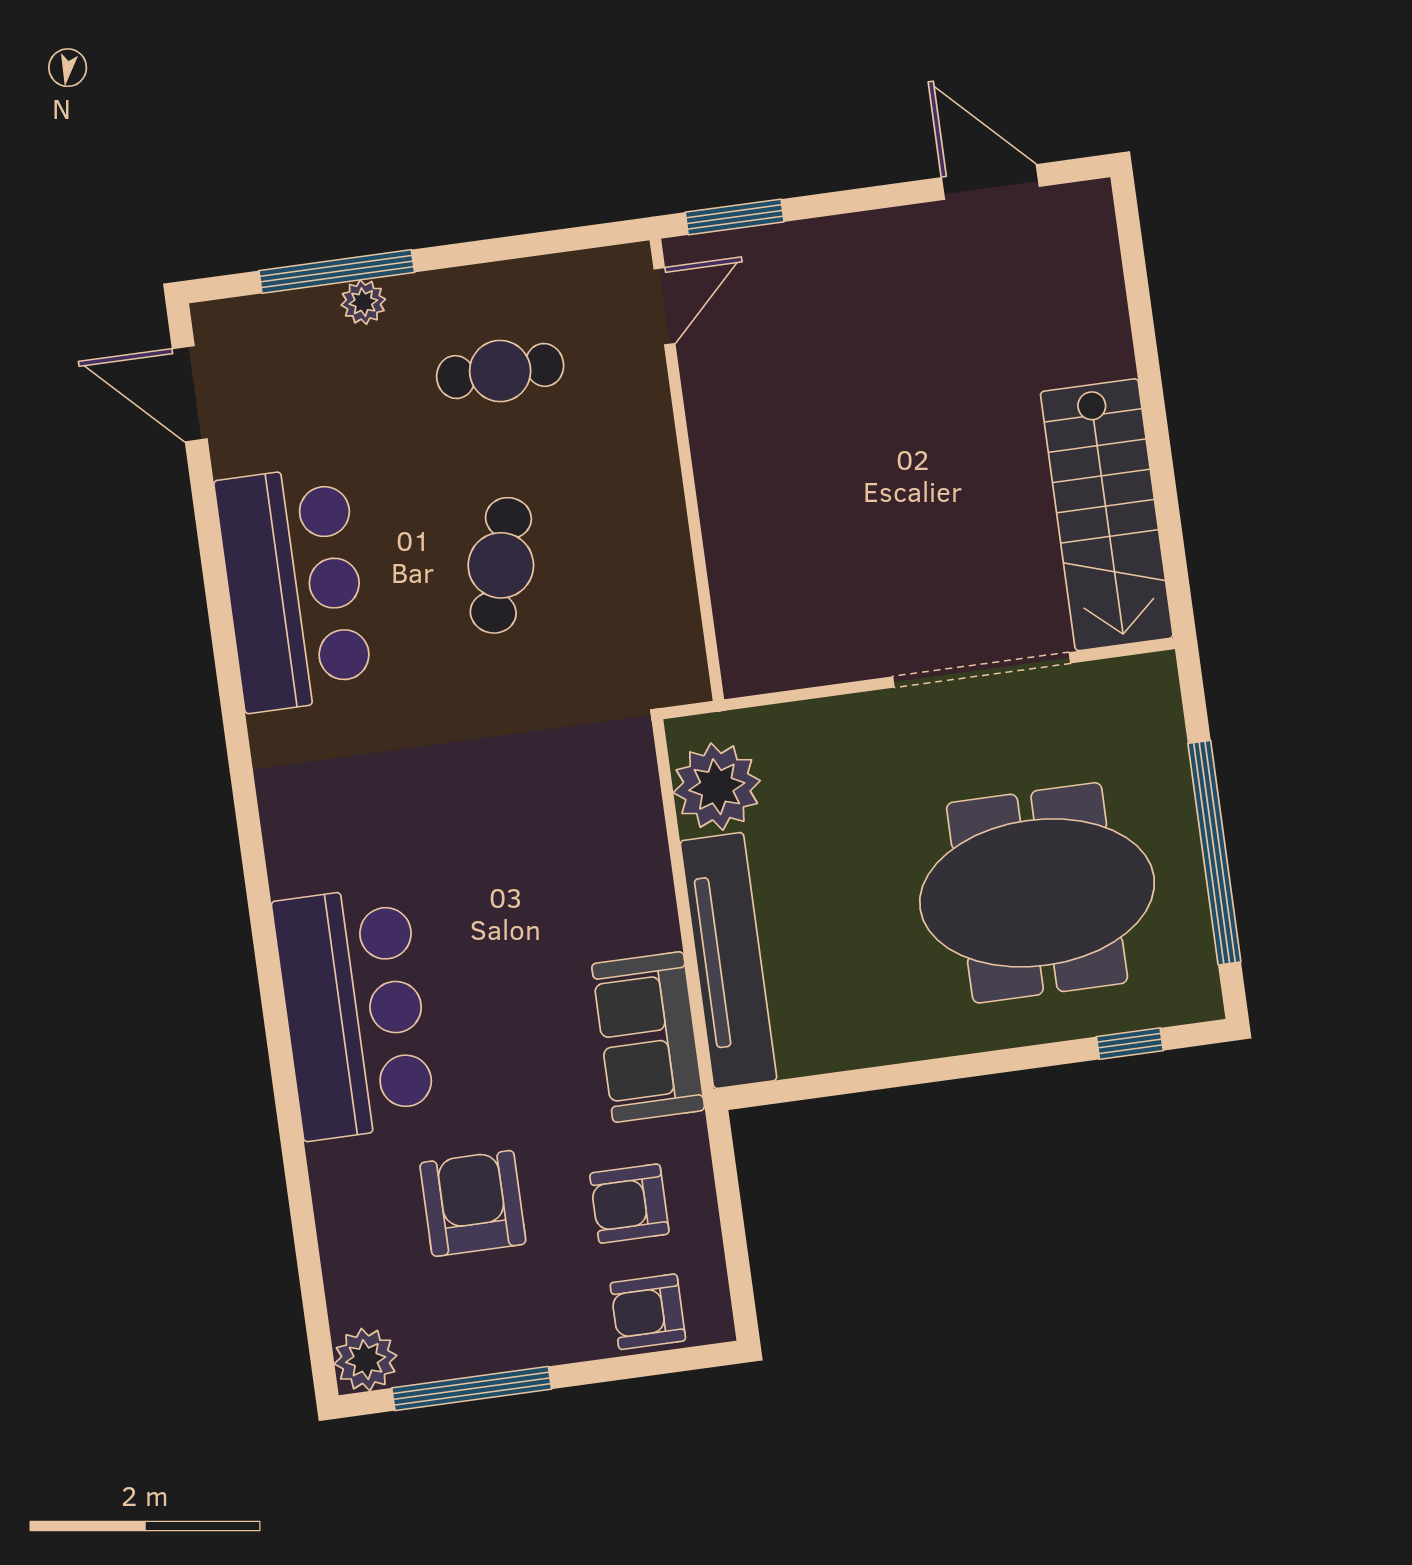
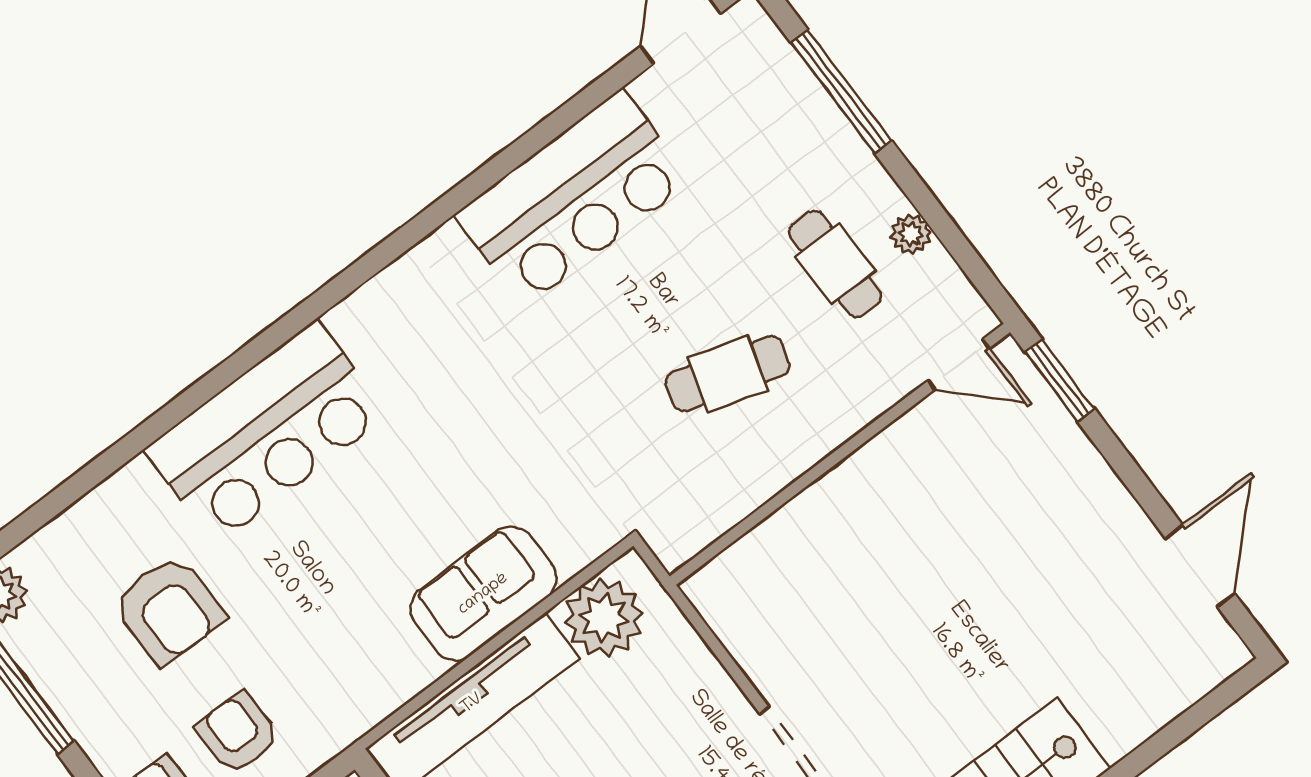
plant: (363, 302) -> (911, 234), moved
cafe table: (501, 565) -> (728, 374), moved
sofa: (648, 1037) -> (483, 594), moved
armchair: (473, 1203) -> (169, 610), turned 90

